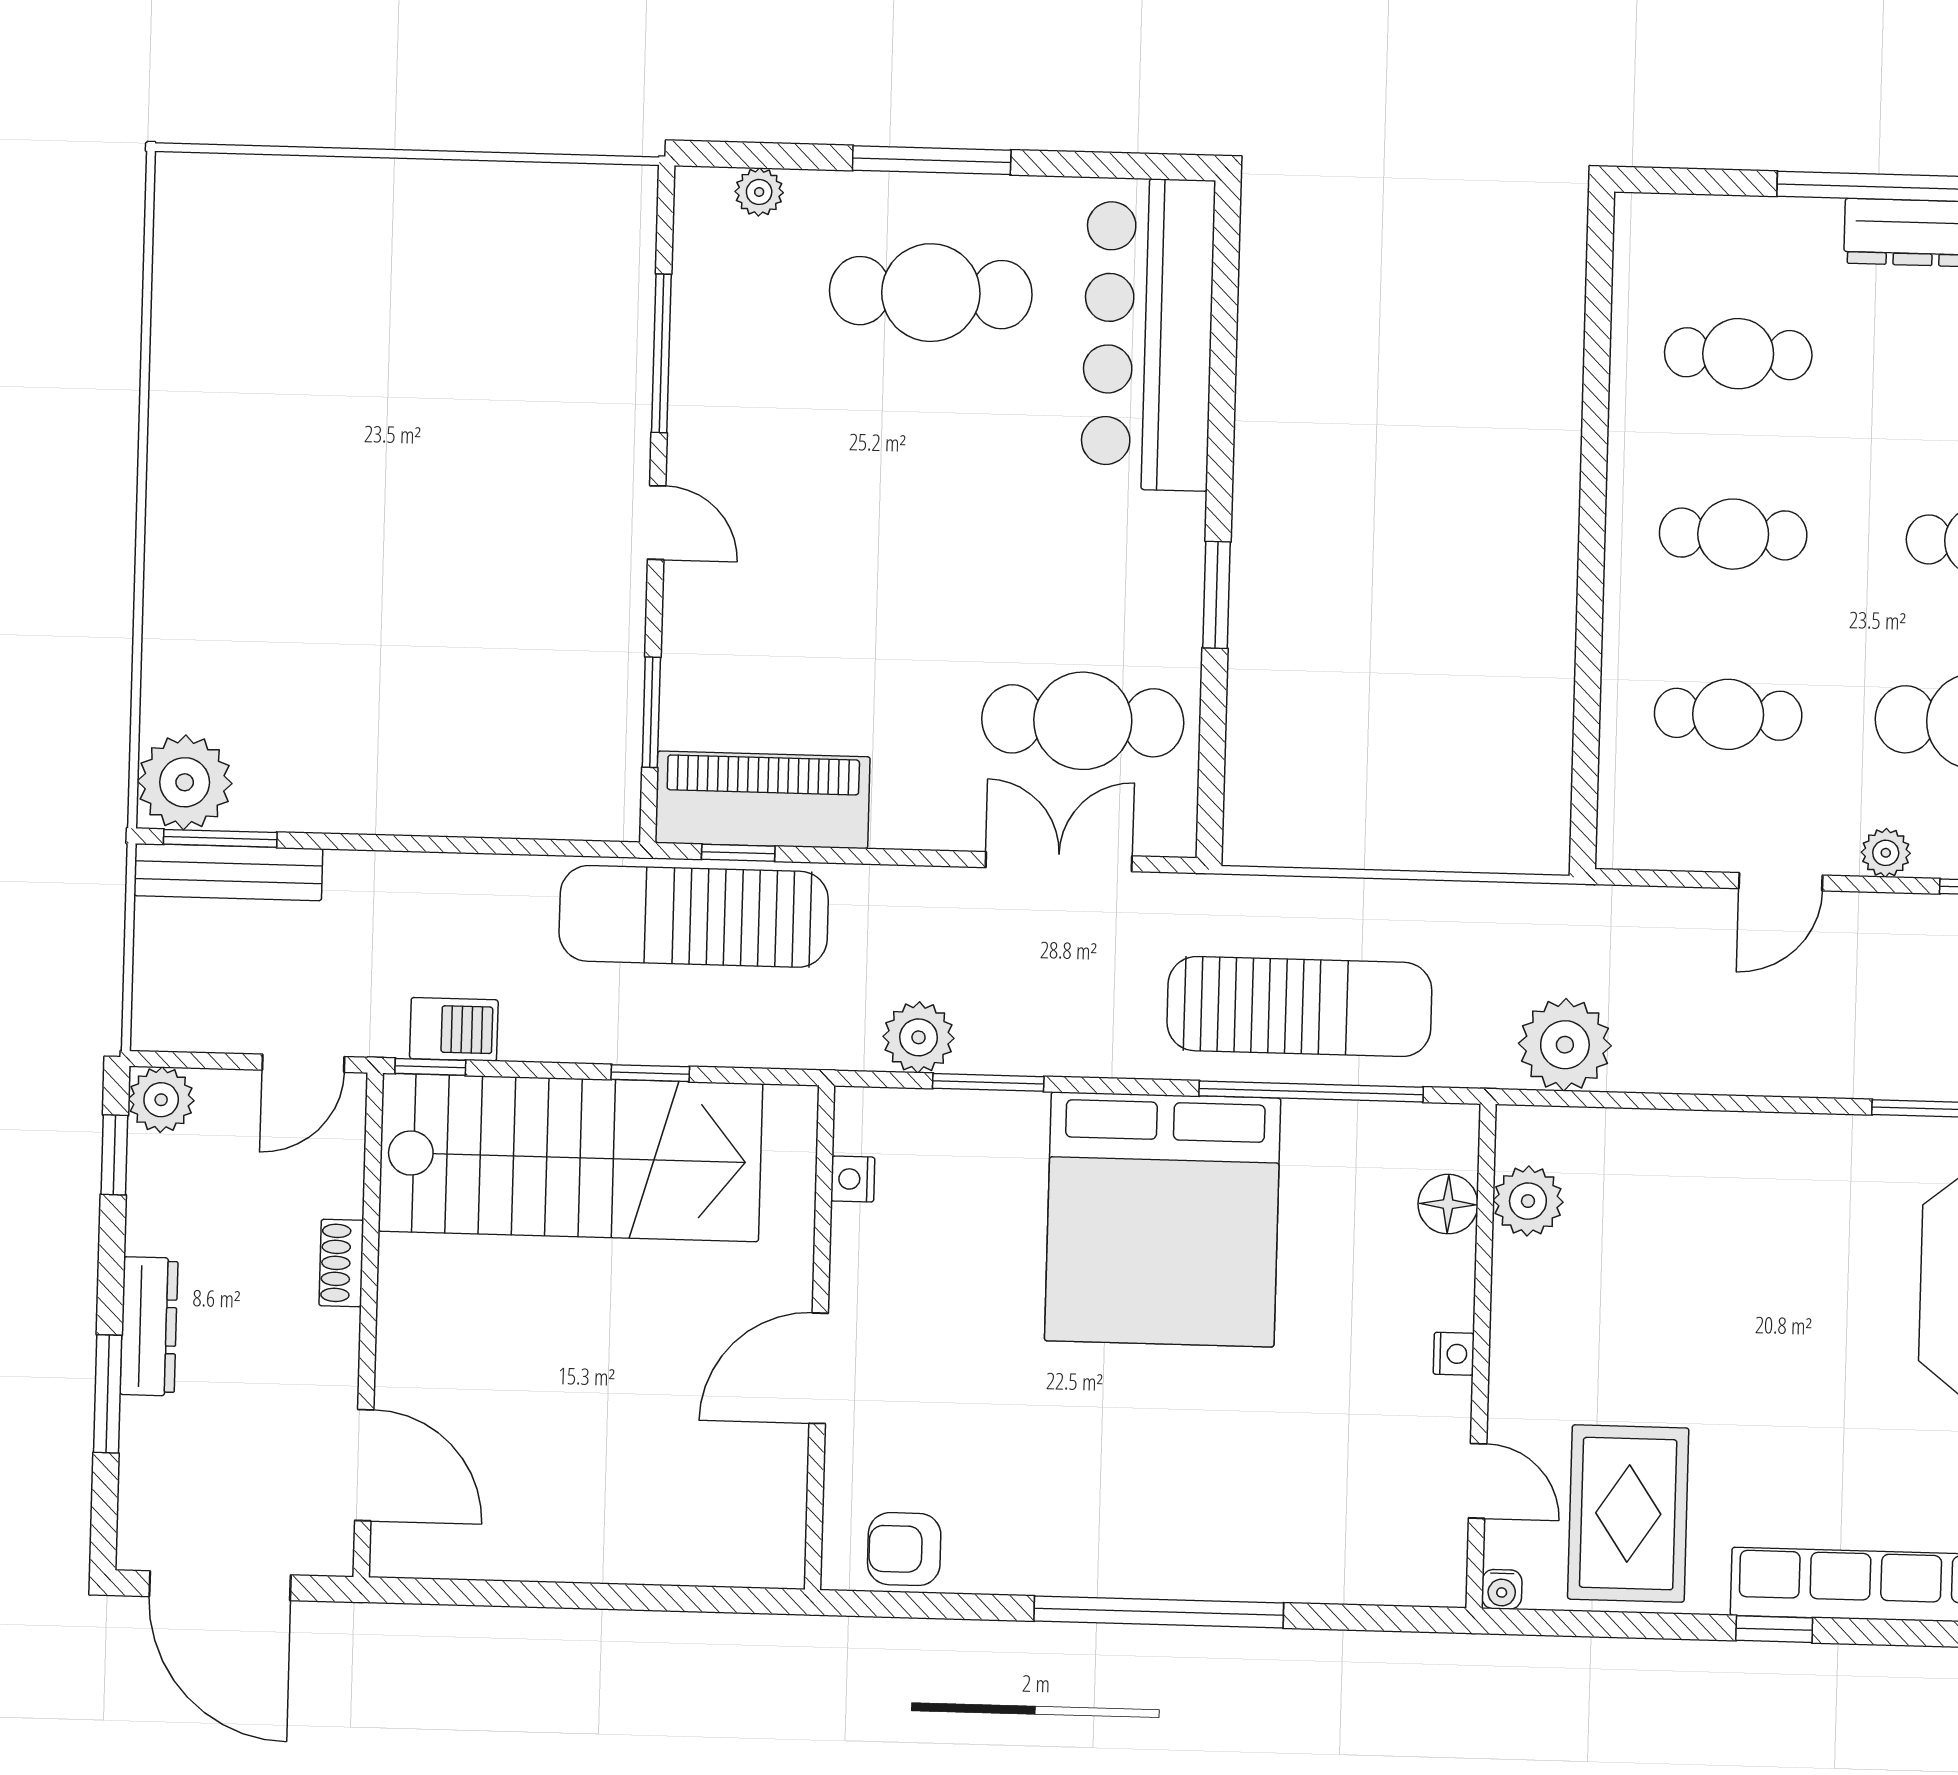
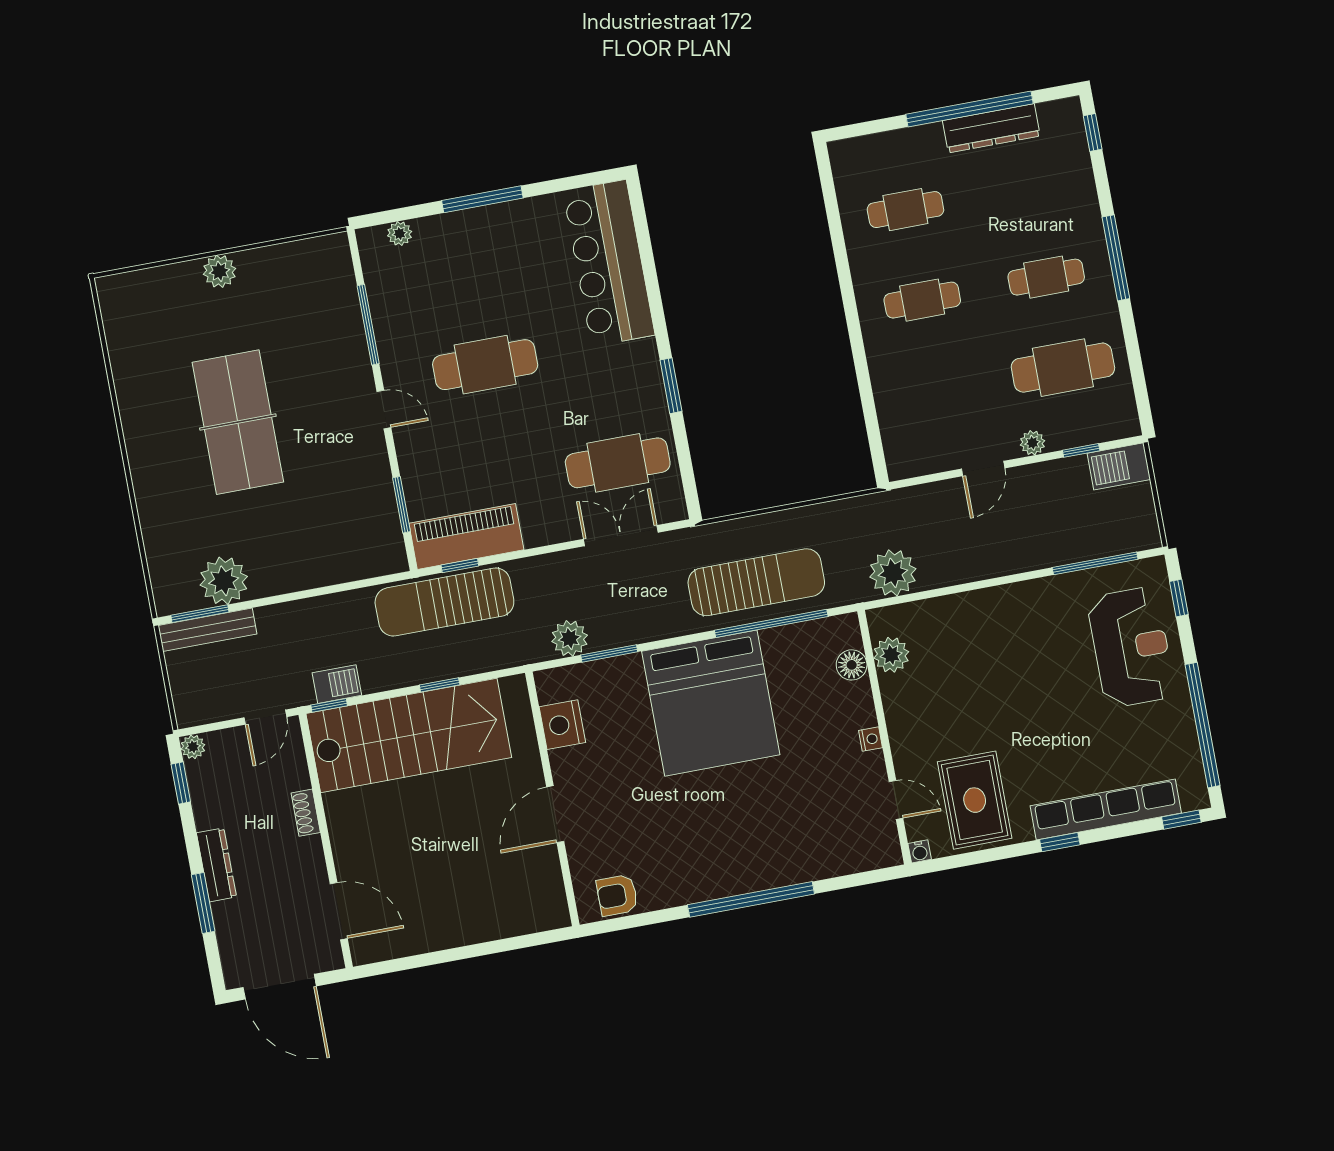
plant: (398, 190) -> (219, 271), added
cafe table: (931, 293) -> (485, 365), moved
table tennis table: (372, 487) -> (238, 422), added
cafe table: (1728, 714) -> (939, 391), removed
plant: (185, 782) -> (224, 581), moved
plant: (161, 1100) -> (193, 747), width x0.73, depth x0.73
nightstand: (853, 1179) -> (562, 725), width x1.89, depth x1.79

